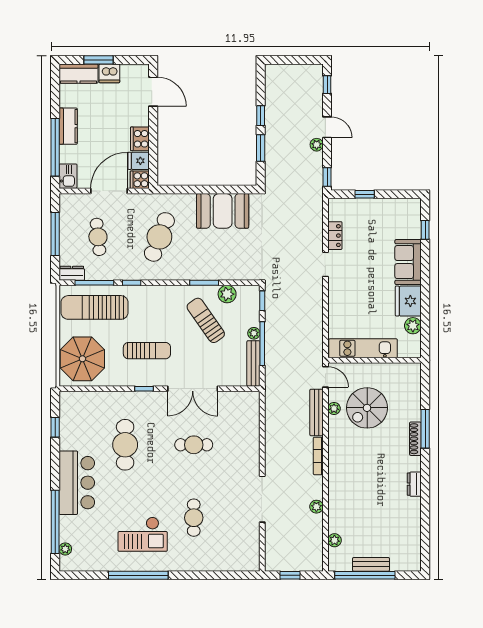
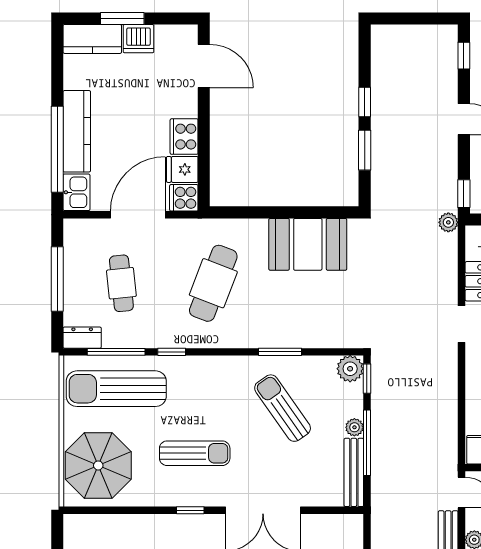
kitchen counter: (68, 126) -> (77, 131), width x1.50
plant: (317, 145) -> (448, 222), moved
plant: (227, 294) -> (350, 369), moved

